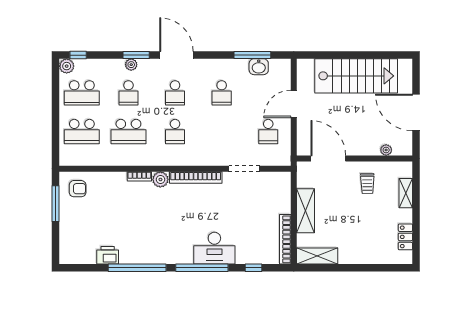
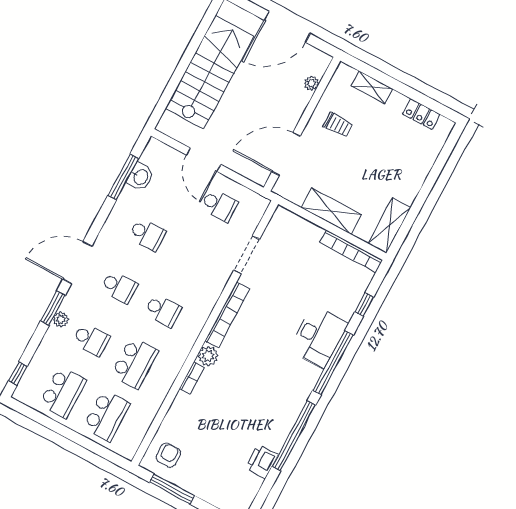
plant: (67, 66) -> (23, 393), removed

